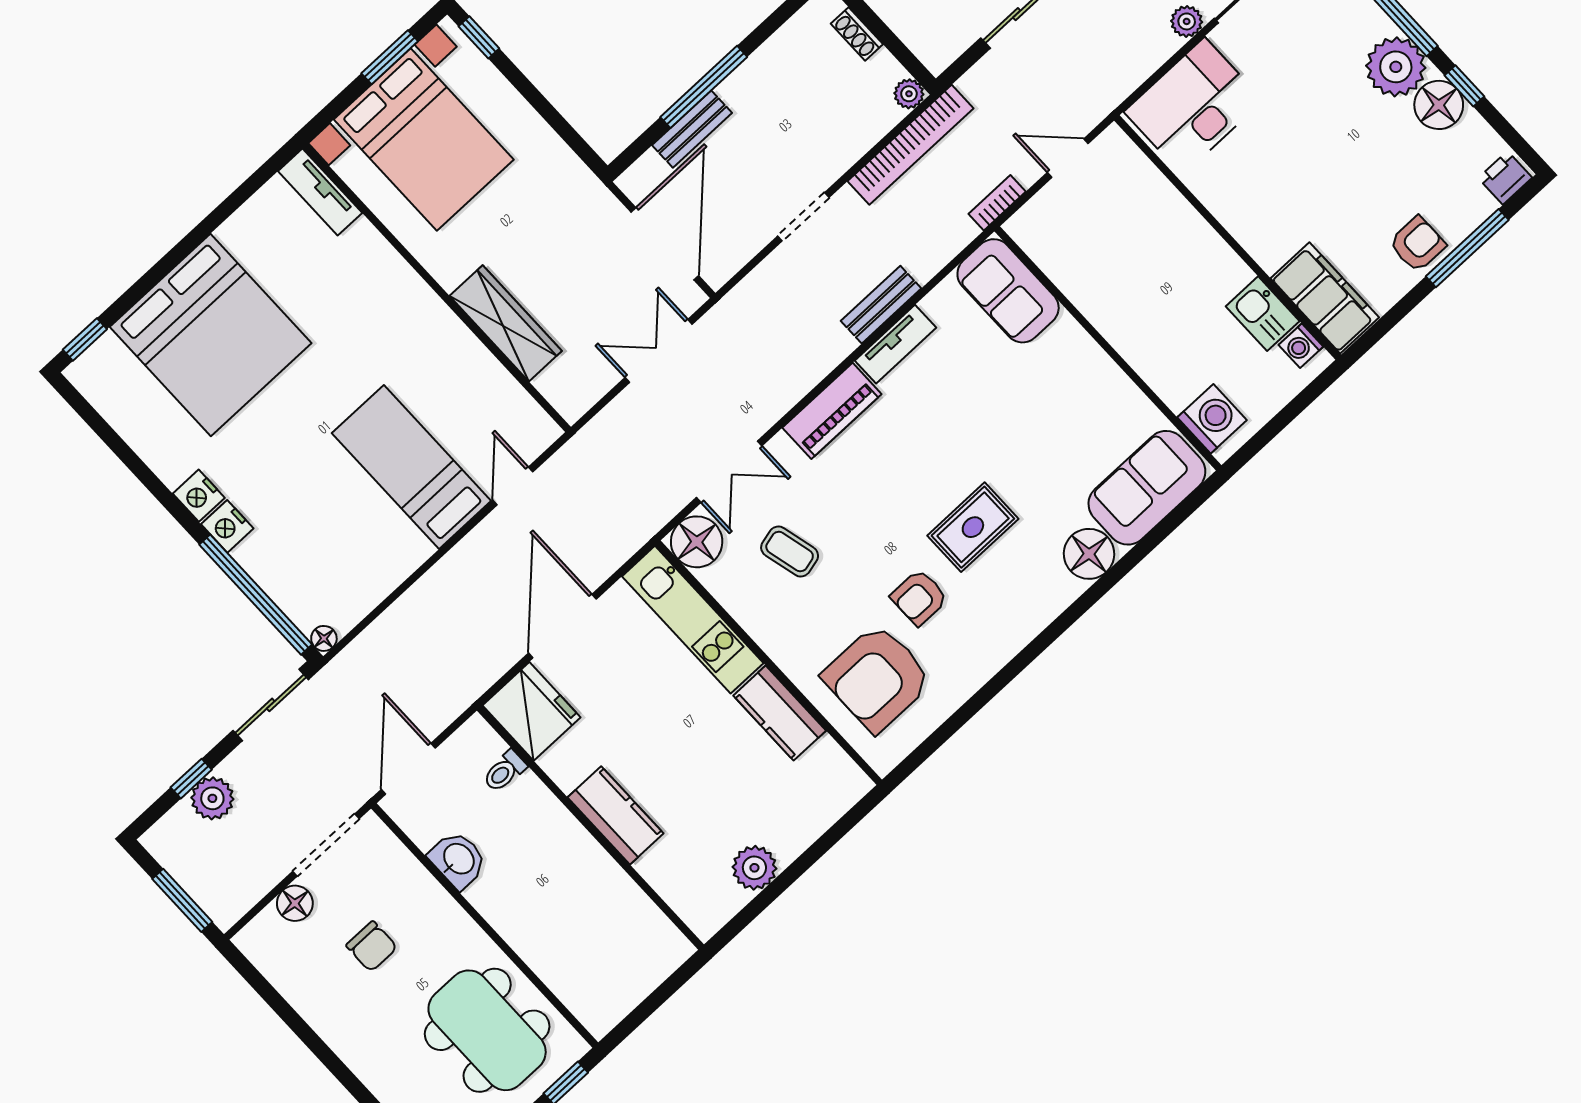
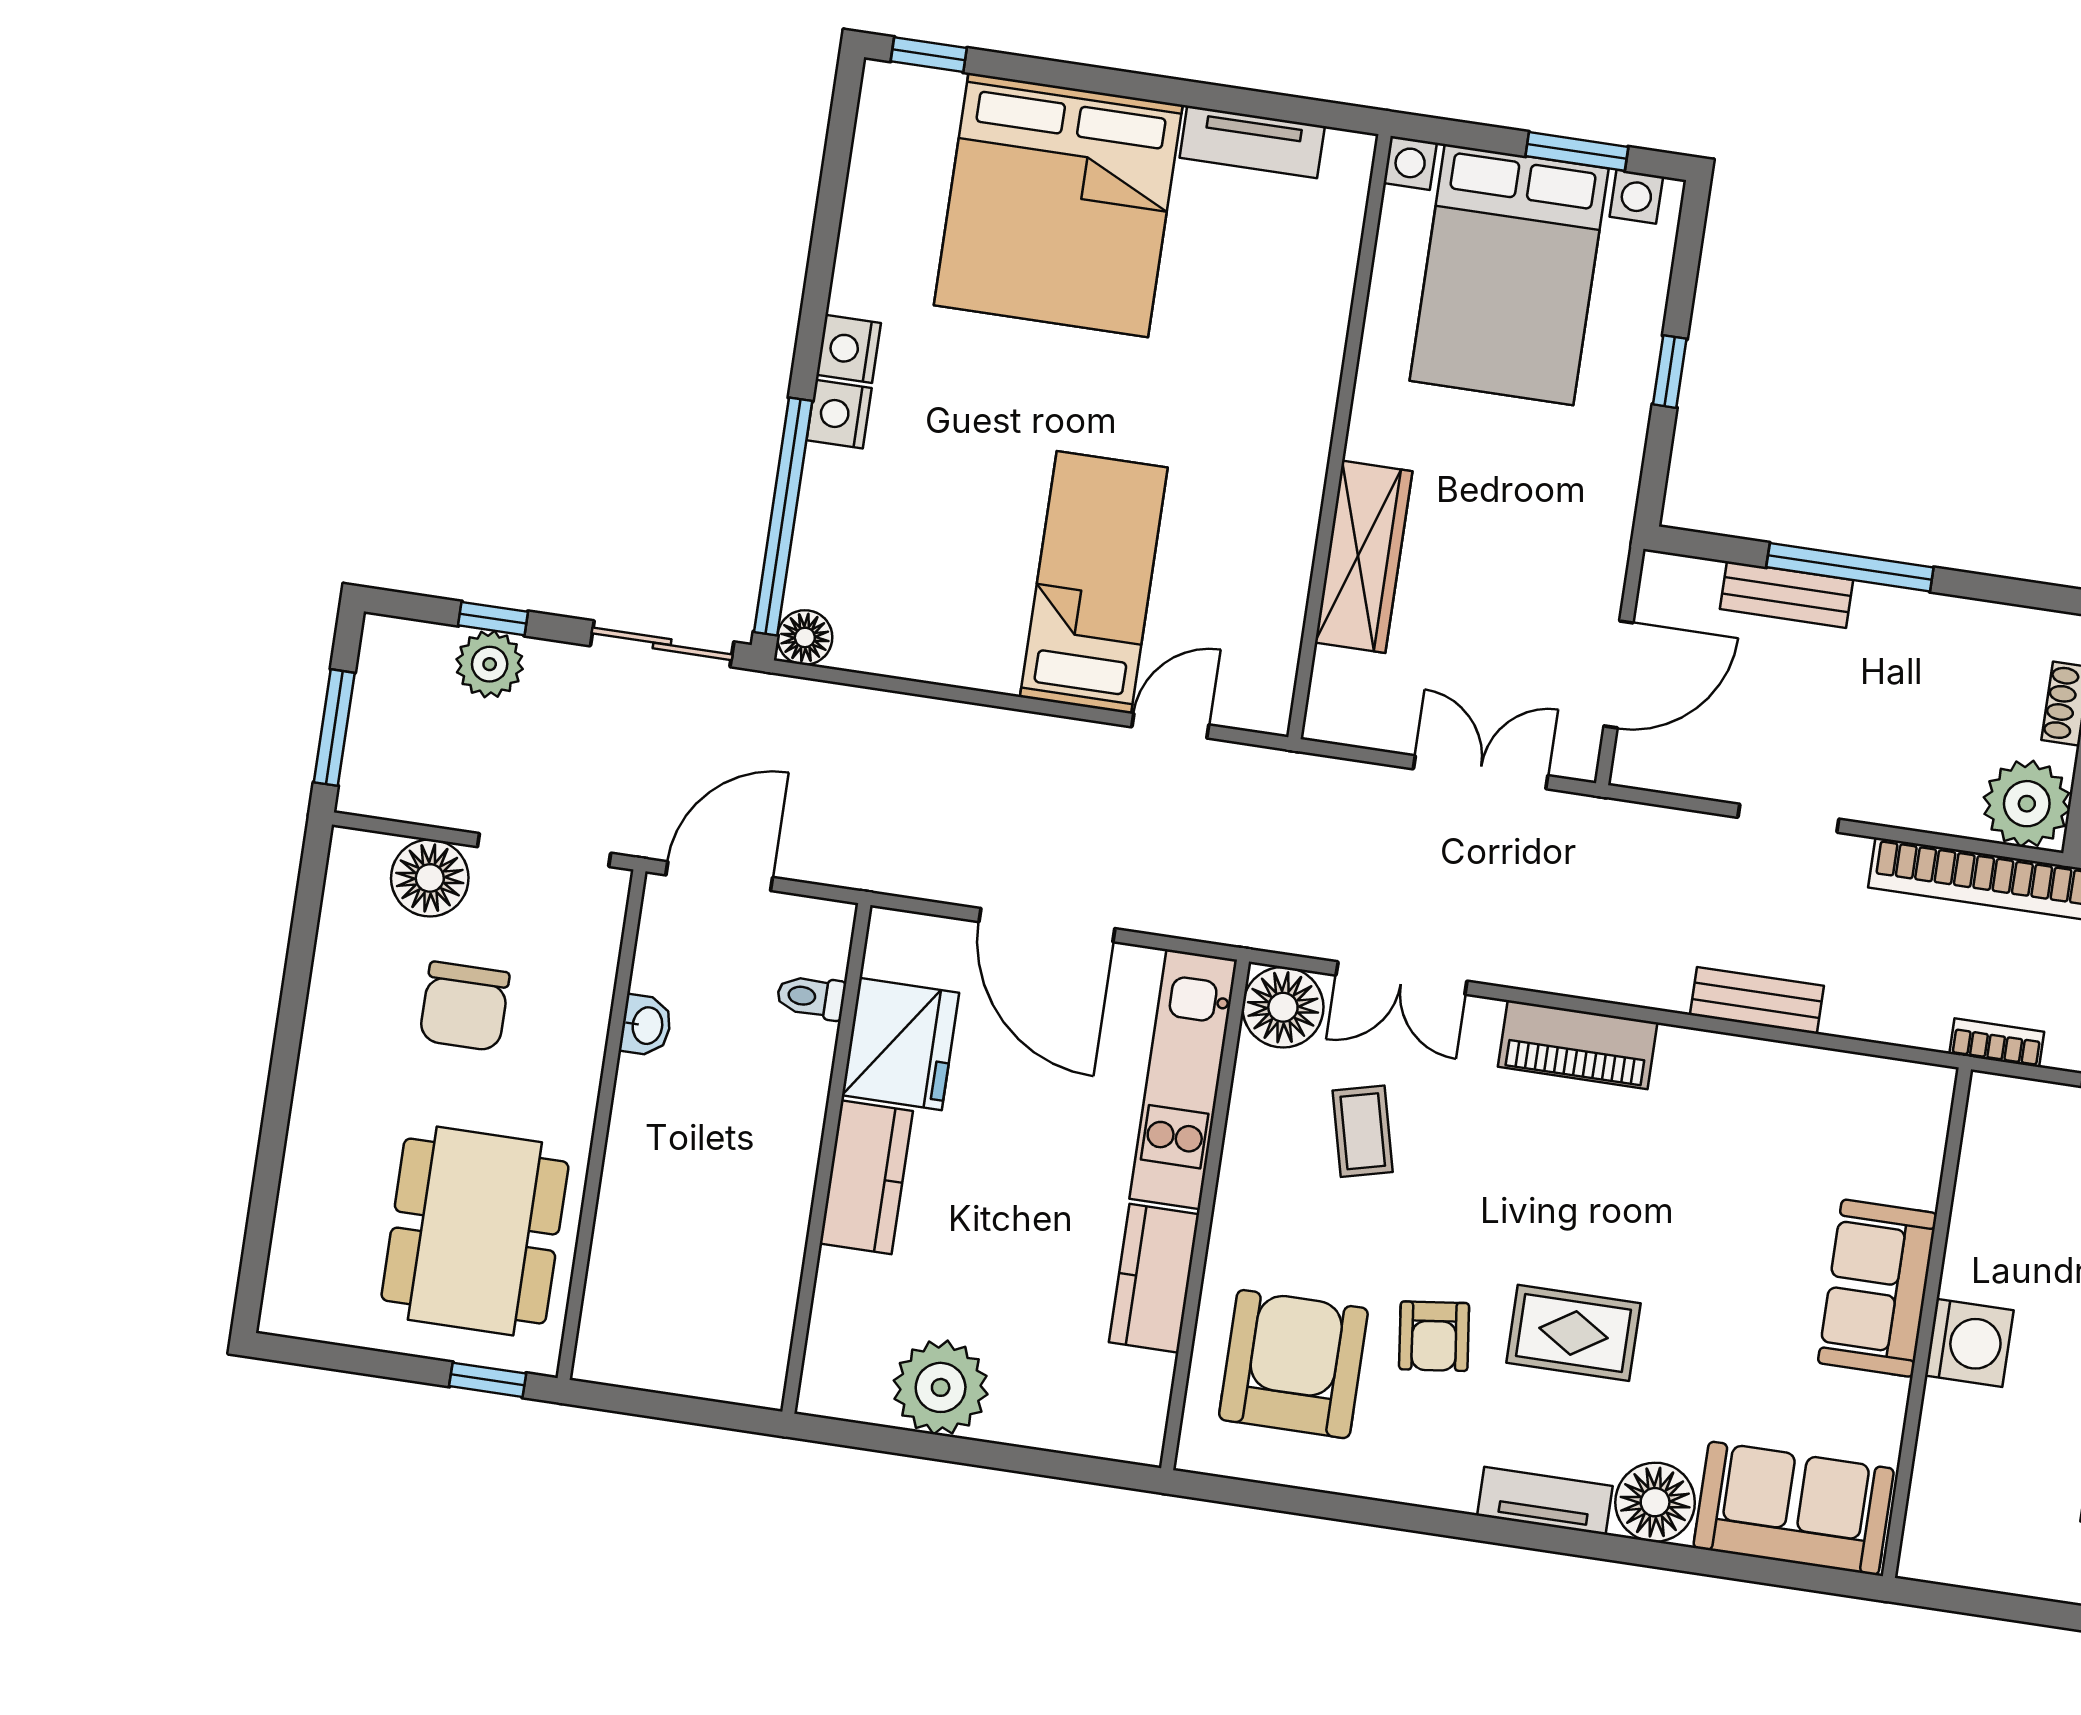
window: (479, 37) -> (1670, 372), moved
plant: (909, 94) -> (2027, 804), width x1.88, depth x1.88
tv unit: (320, 192) -> (1252, 142), moved, turned -90
door: (665, 244) -> (1618, 674), width x0.73
sofa: (1008, 291) -> (1877, 1288), moved
tv unit: (896, 344) -> (1545, 1501), moved, turned 180
washing machine: (1212, 419) -> (1969, 1343), moved
armchair: (919, 597) -> (1434, 1336), turned -97
door: (562, 626) -> (1047, 925), swing flipped
floor lamp: (324, 638) -> (805, 637), width x1.37, depth x1.37
armchair: (877, 678) -> (1293, 1364), turned 90
fridge: (531, 711) -> (900, 1044), moved
washbasin: (458, 860) -> (646, 1025), width x0.72, depth x0.69
plant: (754, 868) -> (941, 1387), width x1.36, depth x1.36
floor lamp: (295, 903) -> (430, 878), width x1.38, depth x1.38
chair: (372, 946) -> (464, 1006), width x1.37, depth x1.37

